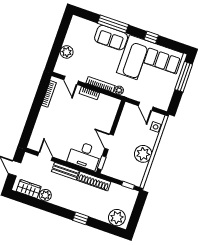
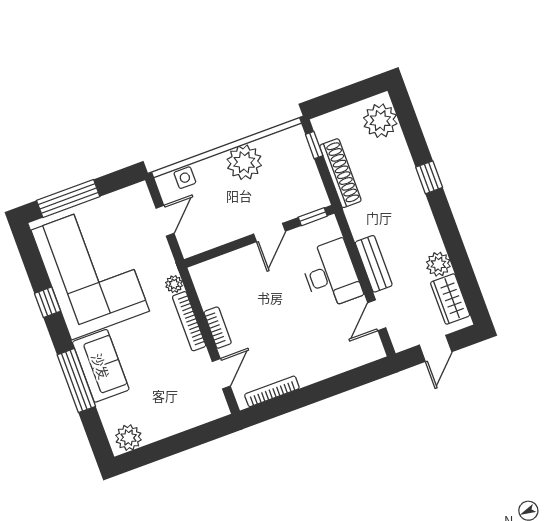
plant: (67, 52) -> (128, 438), moved
desk: (84, 155) -> (331, 274), moved
shoe rack: (94, 181) -> (340, 173), moved

